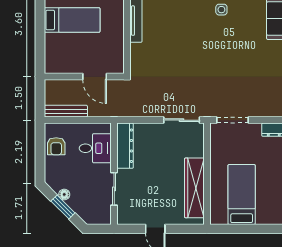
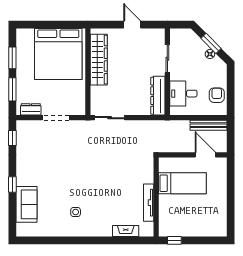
bed: (72, 20) -> (182, 183), moved, turned 180
door: (95, 77) -> (205, 155), moved
doorway: (232, 120) -> (56, 118), moved
bed: (242, 195) -> (58, 54), width x2.04

